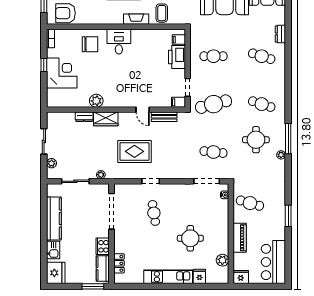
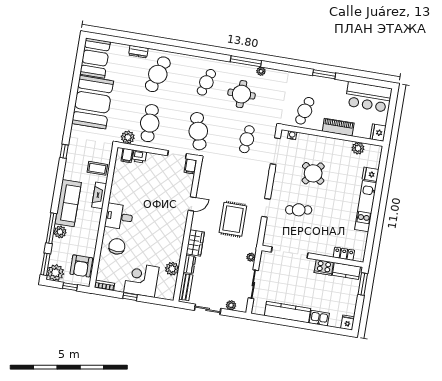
plant: (196, 37) -> (128, 137), added
cafe table: (214, 56) -> (150, 123), width x1.37, depth x1.35
cafe table: (262, 56) -> (158, 74), width x1.37, depth x1.35
printer: (177, 57) -> (139, 157), width x0.53, depth x0.68
plant: (96, 101) -> (172, 269), moved
bench: (164, 117) -> (186, 287), moved
round table: (190, 238) -> (313, 173), moved, turned 37
fridge: (56, 273) -> (348, 323), width x0.53, depth x0.75

